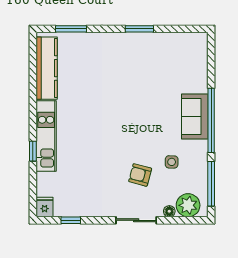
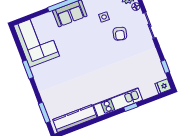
corner sofa: (174, 56) -> (36, 41), added

